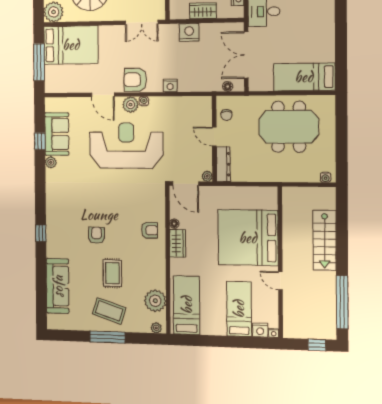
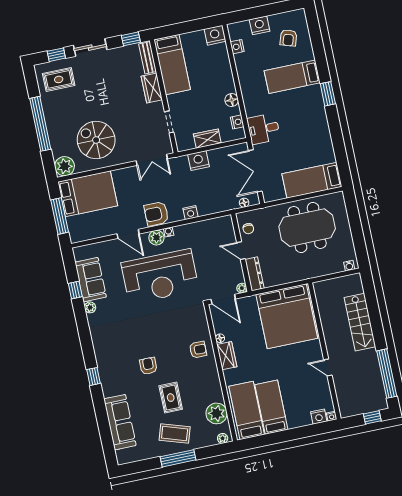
reception desk: (126, 146) -> (160, 276), turned 180
bed: (248, 238) -> (287, 316), moved, turned -90
bed: (239, 309) -> (271, 407), moved

